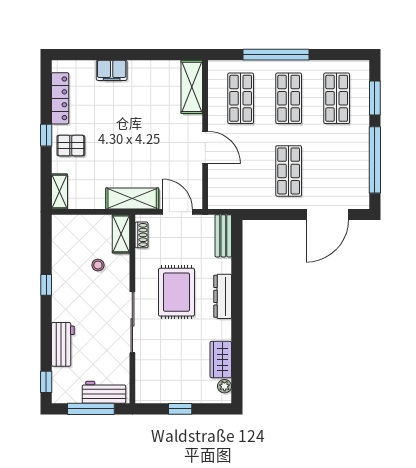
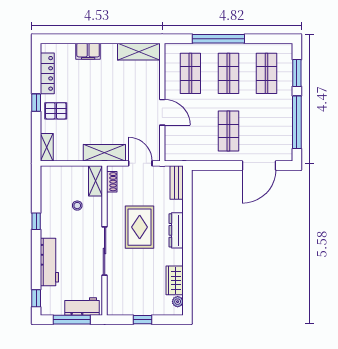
shelving: (192, 87) -> (139, 52), moved, turned 90
workbench: (63, 344) -> (49, 262), width x1.37

